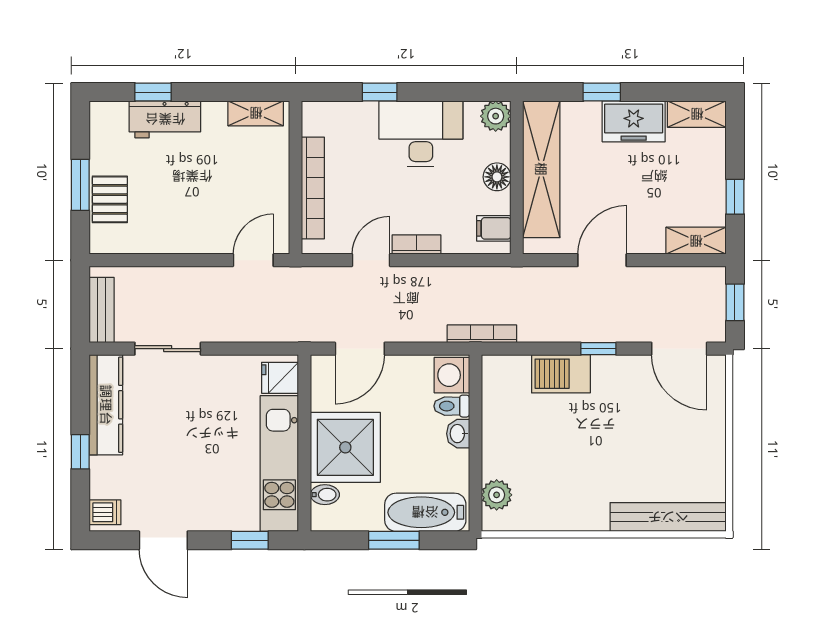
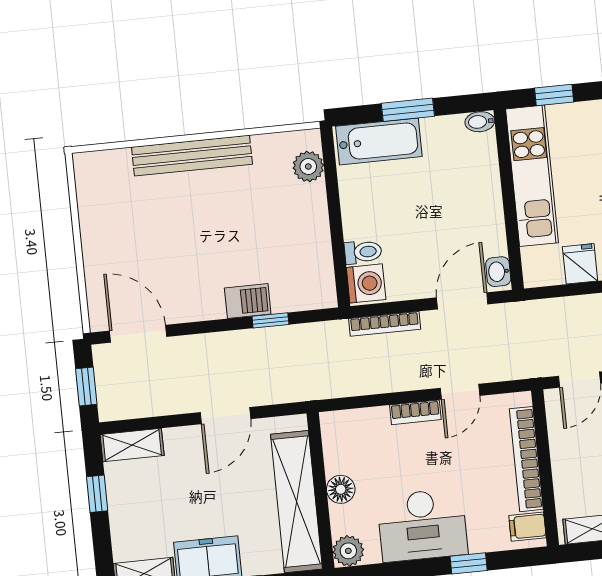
filing cabinet: (494, 228) -> (527, 527), moved, turned 180
bookcase: (482, 334) -> (385, 324), moved
window: (598, 349) -> (270, 320), moved
barbecue: (561, 374) -> (248, 301), width x0.73, depth x0.79
fridge: (280, 378) -> (580, 264), moved, turned -90
washbasin: (458, 434) -> (498, 272), moved, turned 180
shower: (345, 447) -> (467, 199), removed
bidet: (325, 495) -> (480, 122), moved
bench: (668, 517) -> (192, 156), moved

